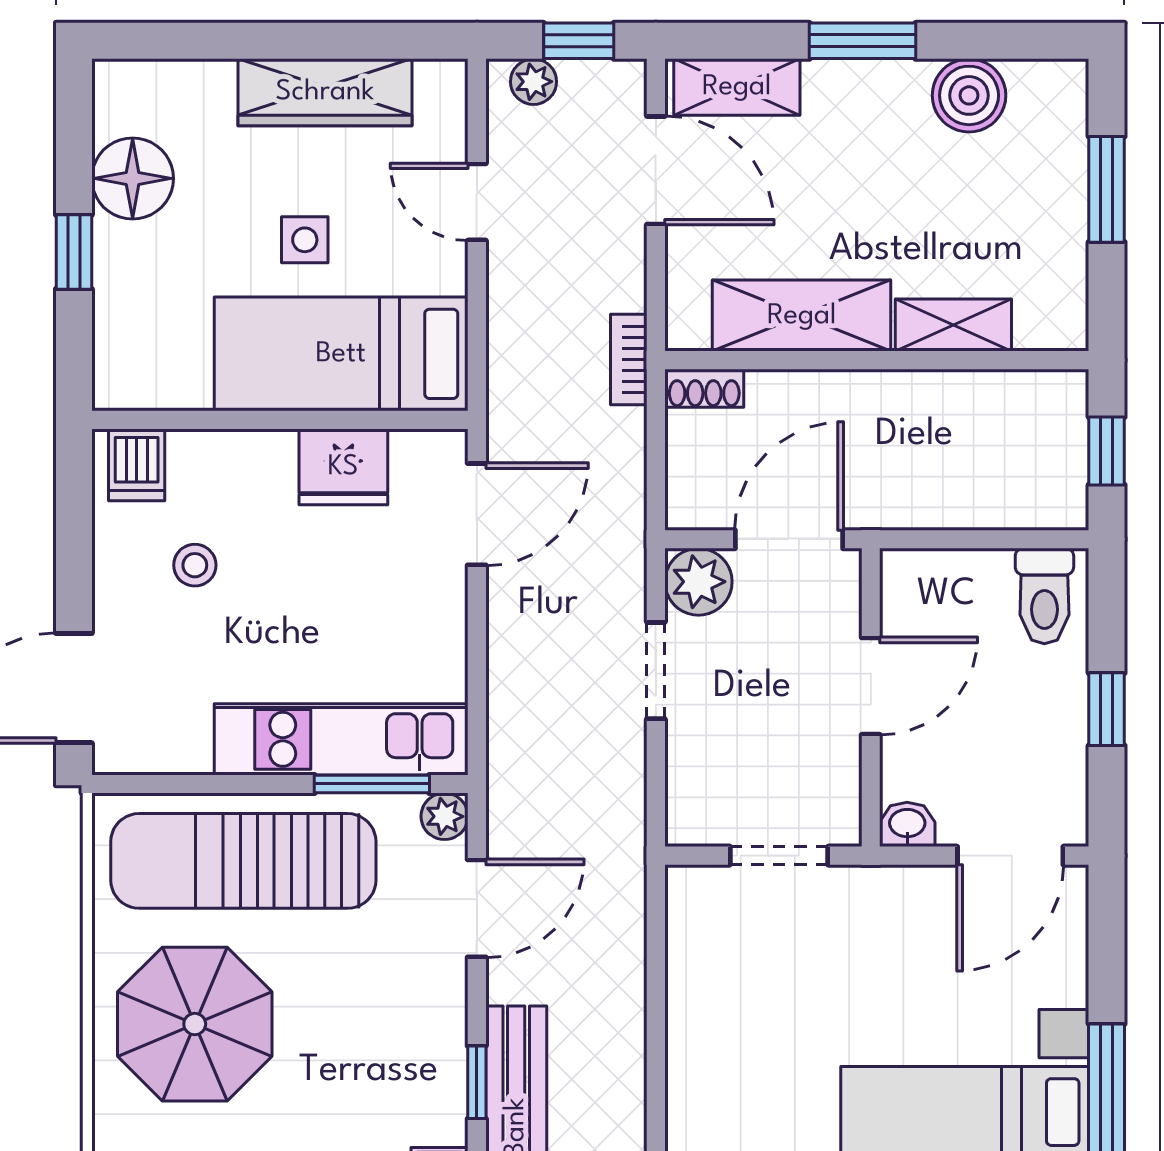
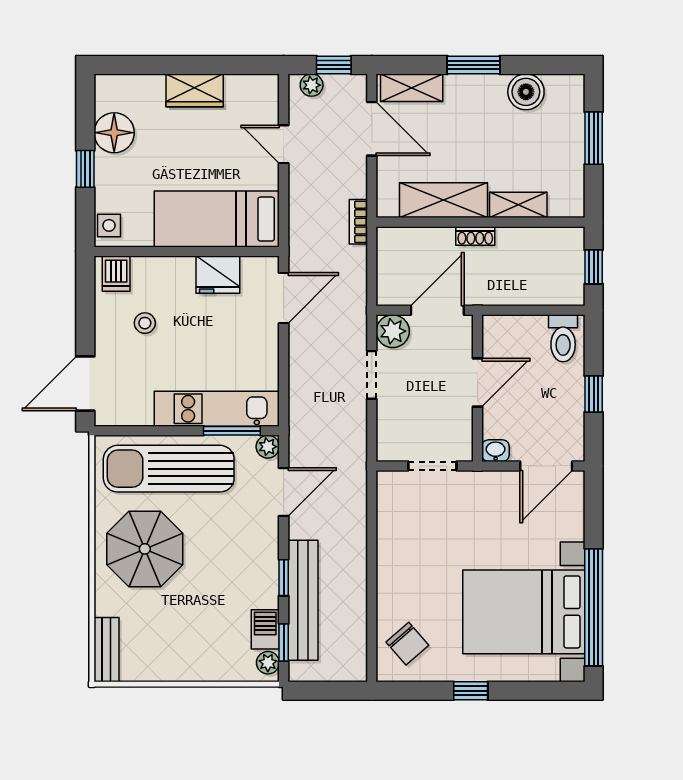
wardrobe: (325, 92) -> (195, 90), width x0.67
side table: (305, 240) -> (109, 225), moved
shoe rack: (704, 388) -> (475, 236), moved

